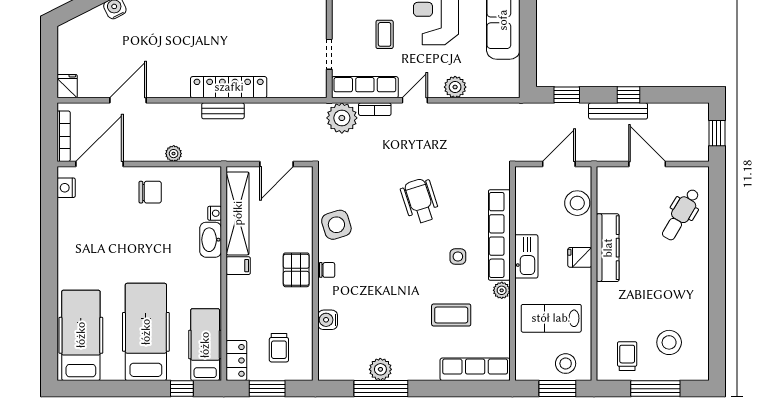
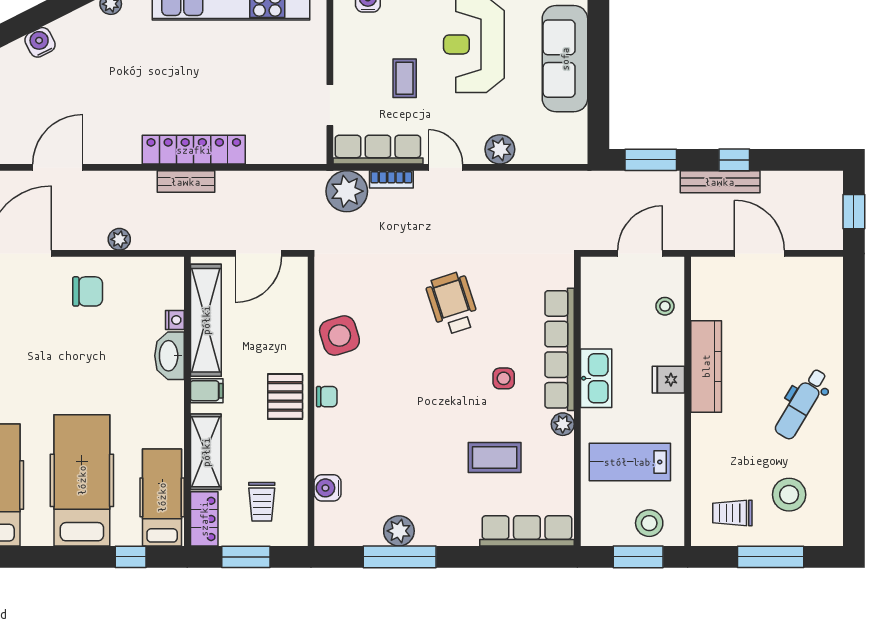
window: (567, 95) -> (651, 160), width x1.50
door: (415, 100) -> (445, 167), hinge flipped
stool: (577, 203) -> (665, 306), width x0.53, depth x0.53
dental chair: (681, 214) -> (801, 404), moved
shelving: (237, 311) -> (206, 452), added
water cooler: (328, 320) -> (328, 488), moved
trolley: (627, 356) -> (732, 513), turned -90

